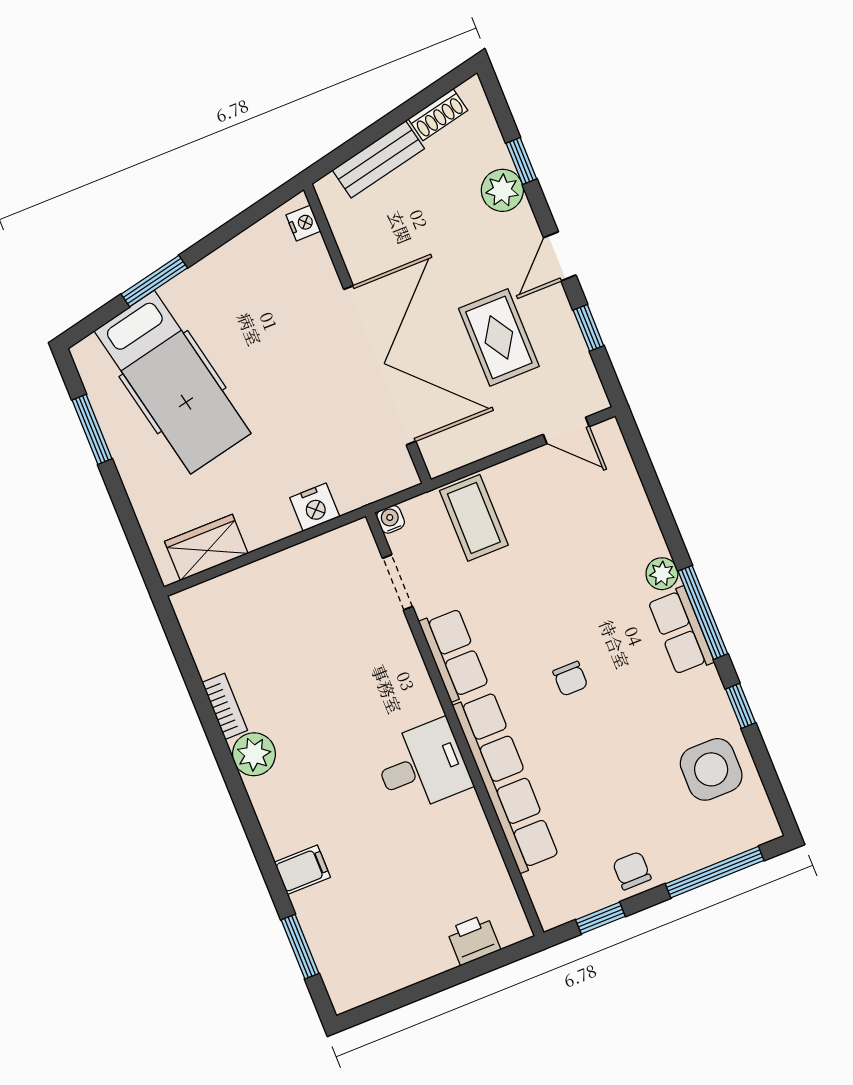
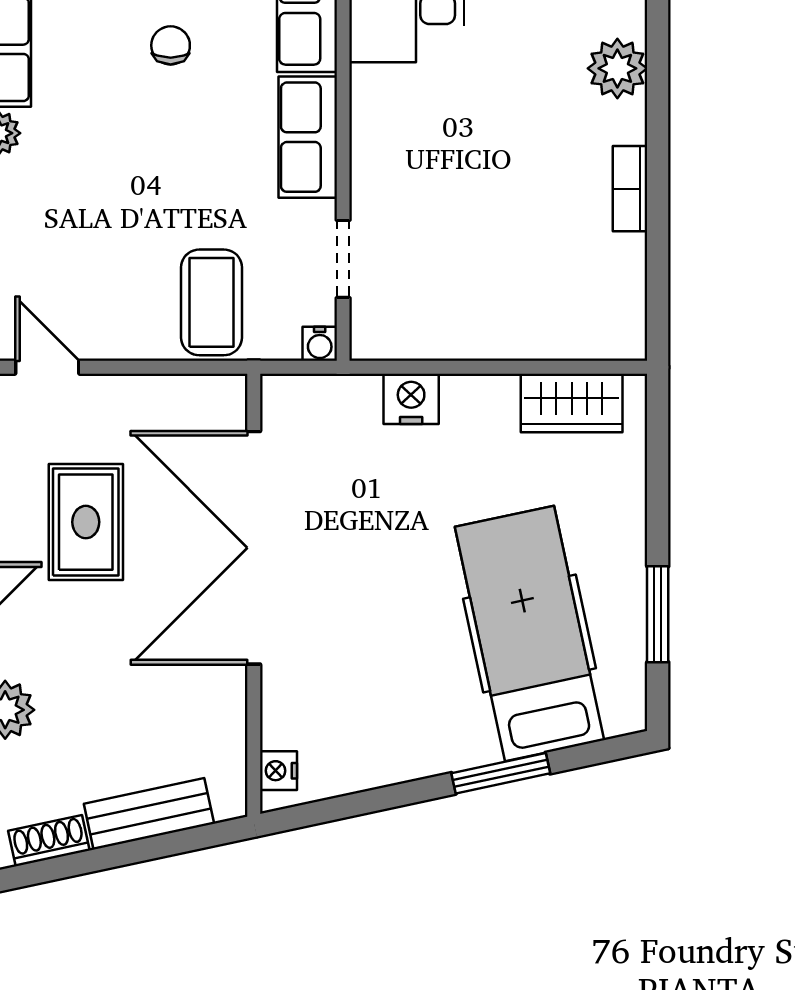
plant: (254, 754) -> (617, 68), moved

